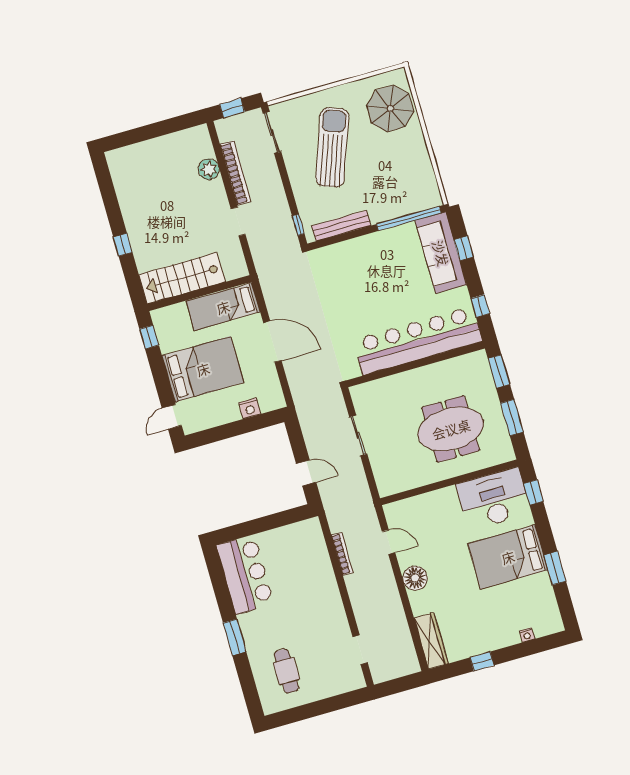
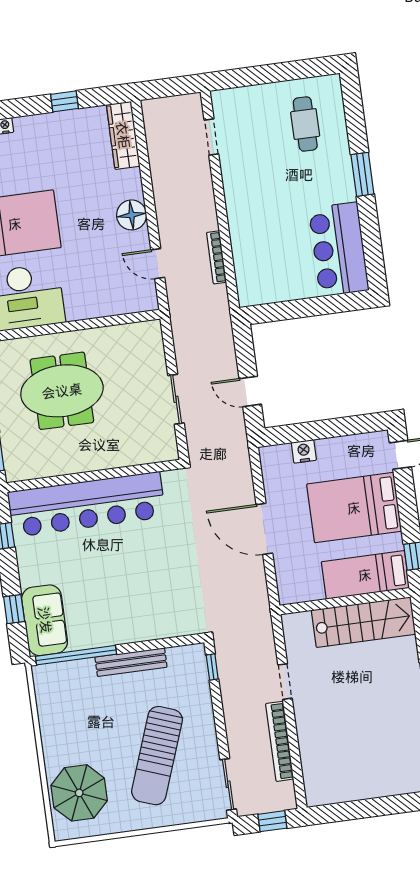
plant: (209, 169) -> (312, 751), removed
bench: (341, 226) -> (131, 662), moved
sofa: (441, 253) -> (45, 620), width x0.73
bed: (223, 307) -> (365, 575), moved, turned 180
door: (306, 473) -> (250, 391), moved

